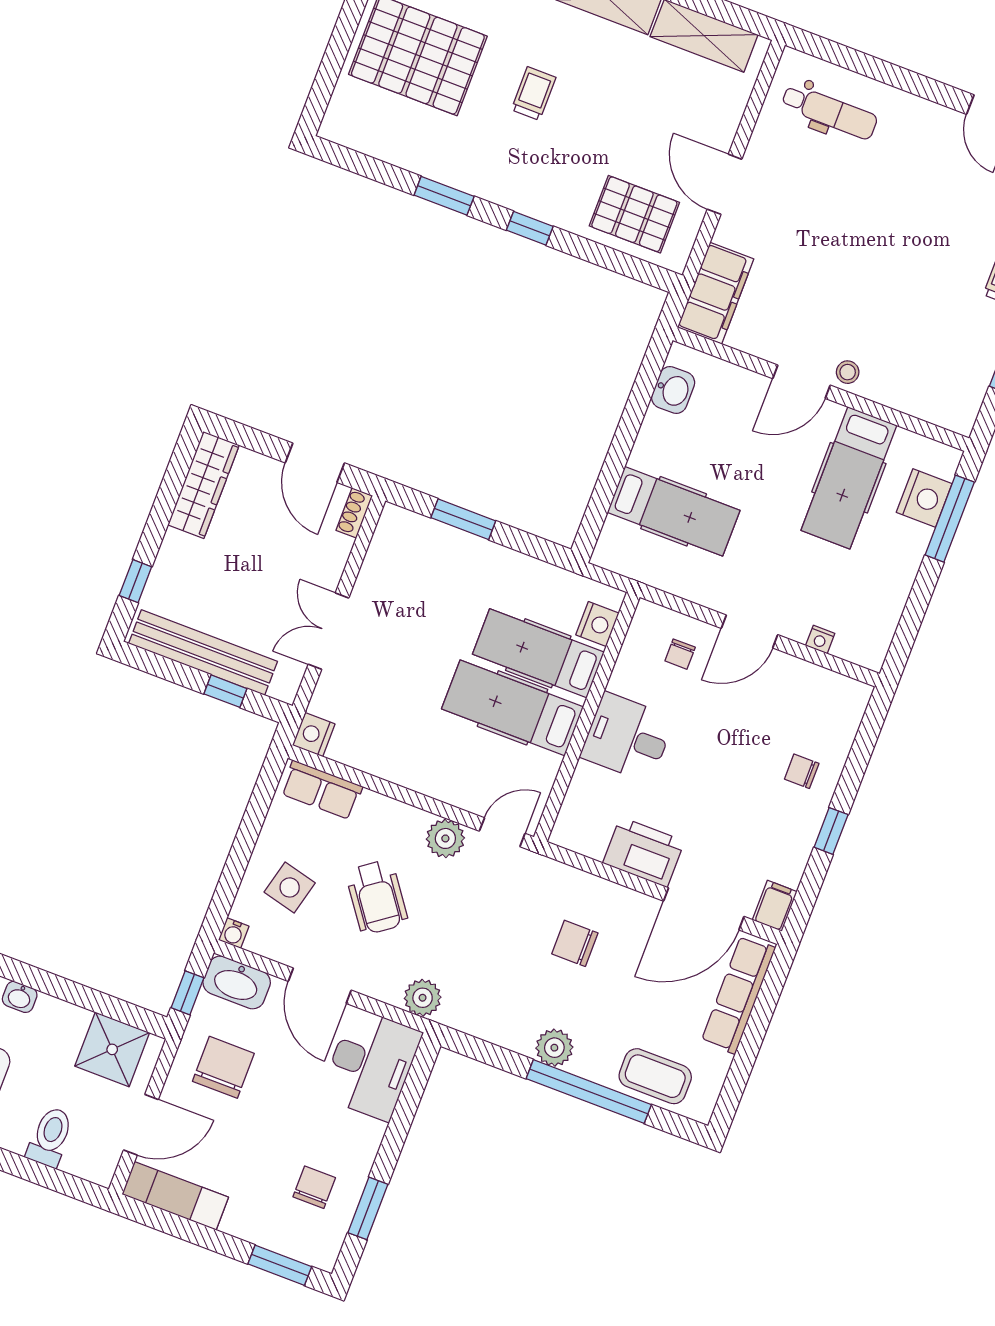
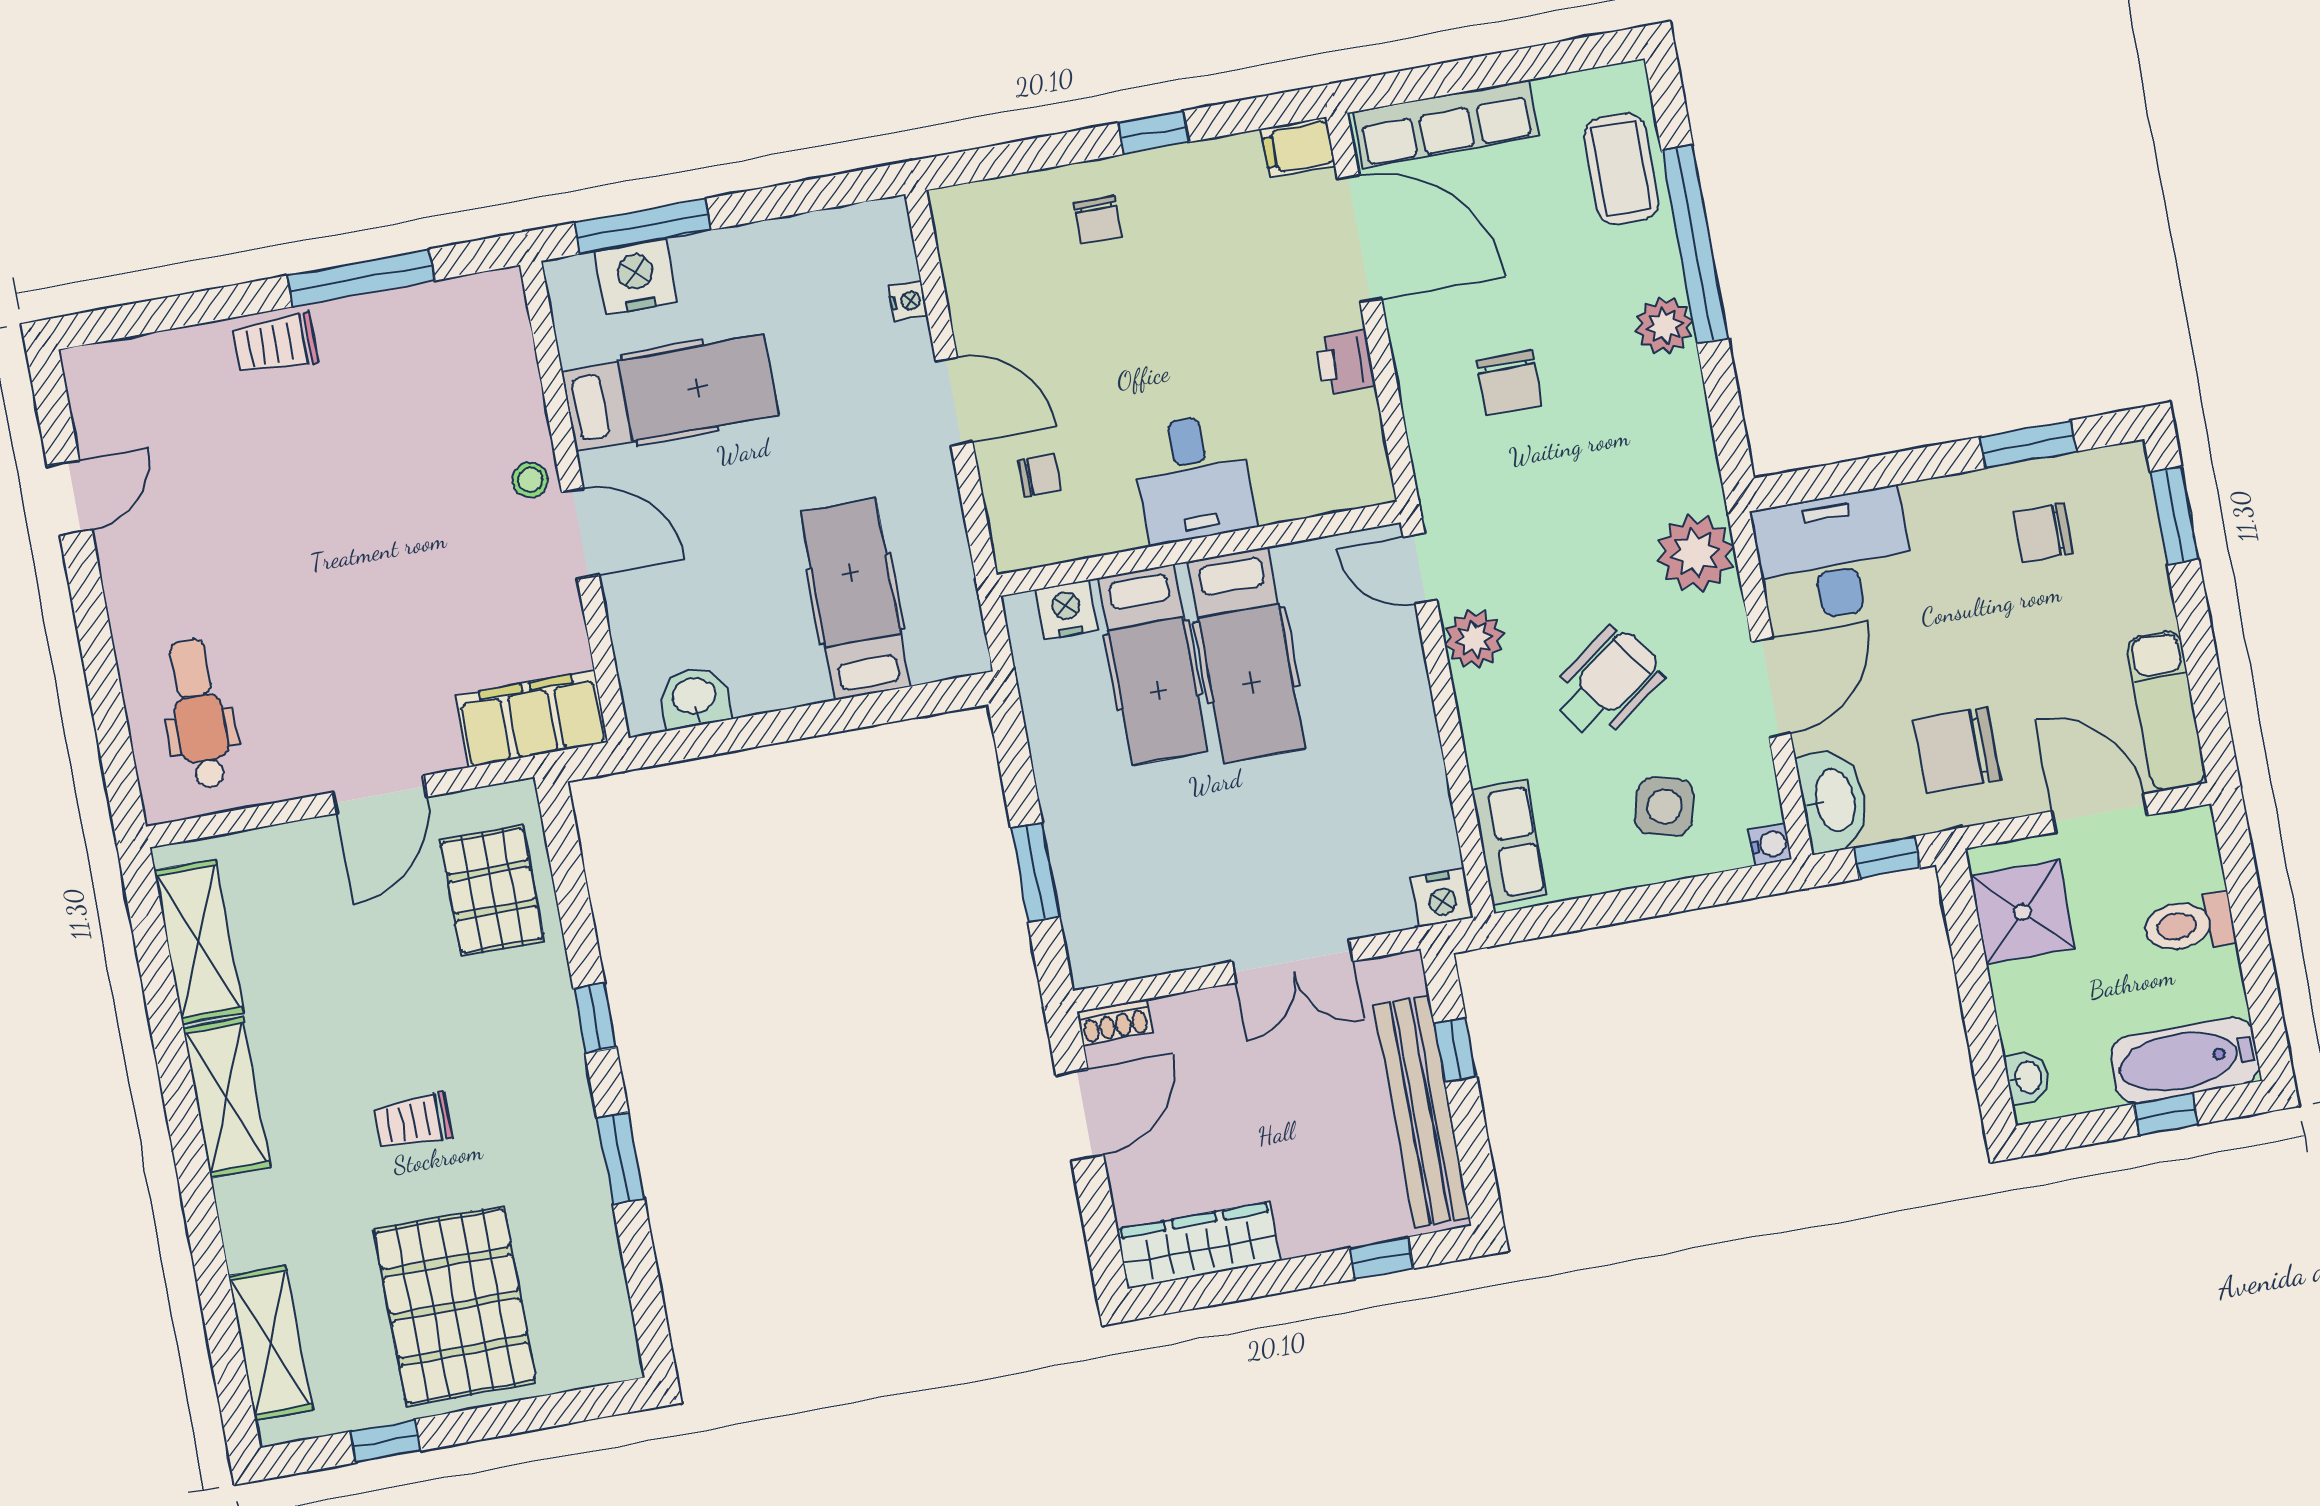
printer: (644, 852) -> (1345, 362), width x0.53, depth x0.68
plant: (423, 998) -> (1696, 553), width x1.36, depth x1.36

